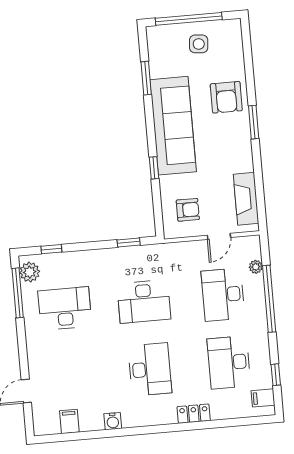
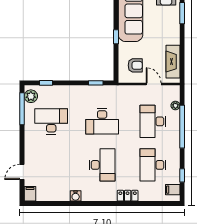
door: (219, 236) -> (154, 84), swing flipped
filing cabinet: (69, 421) -> (30, 194), moved

